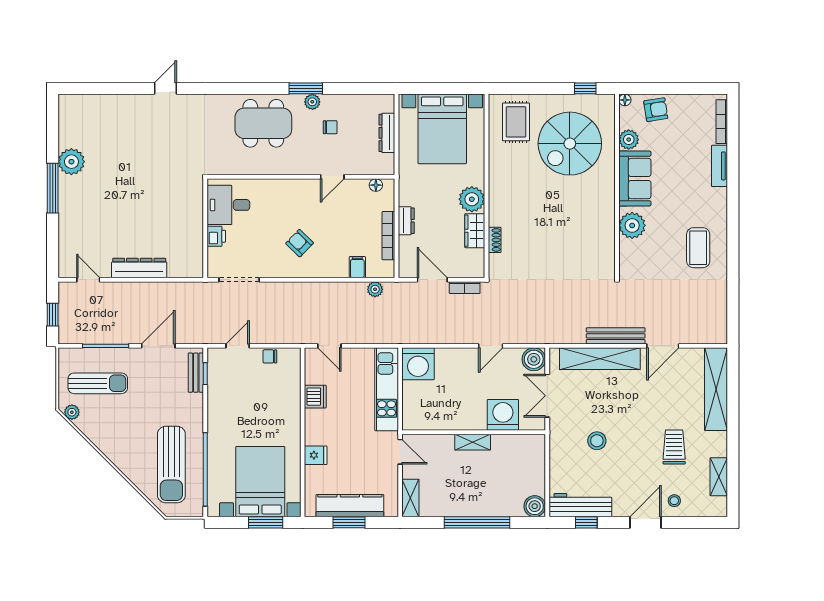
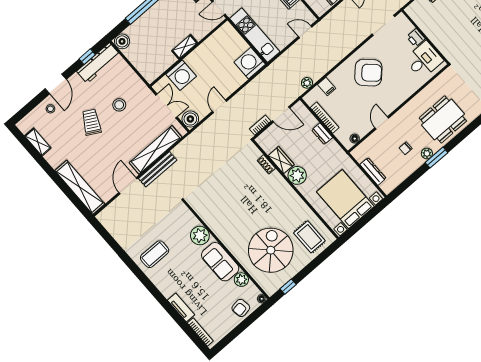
armchair: (300, 243) -> (368, 73), width x1.88, depth x1.88
coffee table: (698, 248) -> (155, 254), turned 90
trolley: (674, 447) -> (91, 122), moved, turned -151

